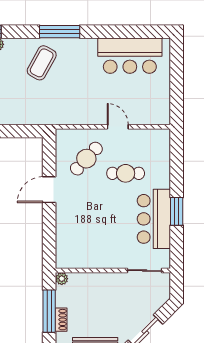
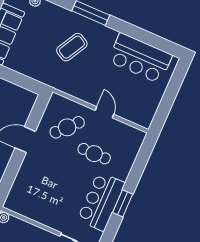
coffee table: (42, 63) -> (72, 47), moved

